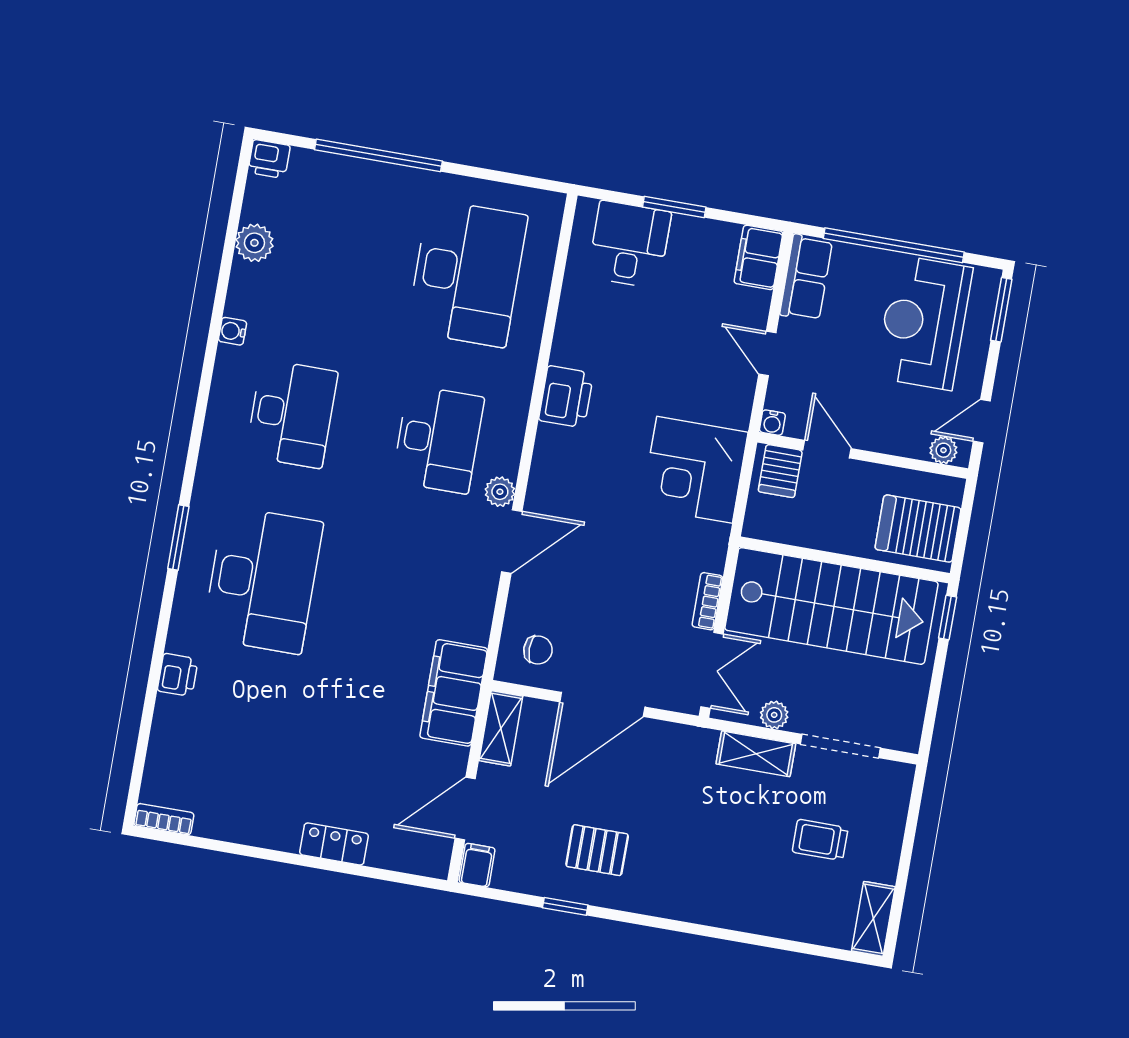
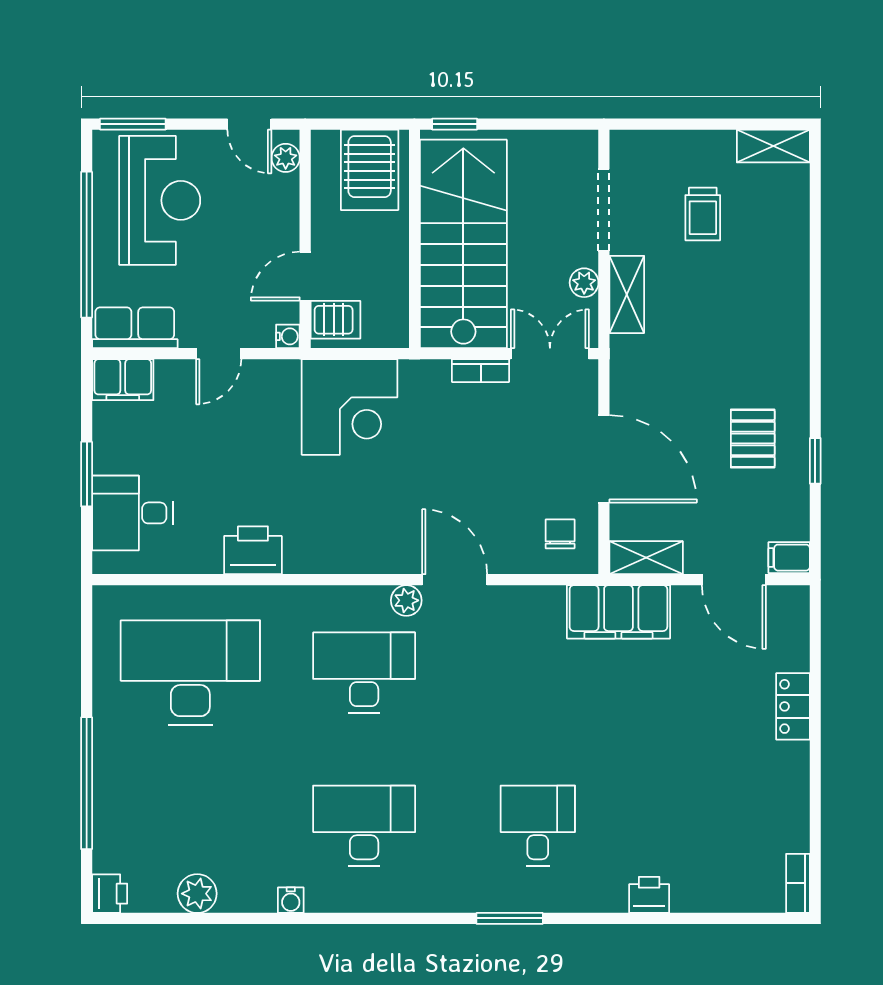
reception desk: (924, 323) -> (160, 200), turned -90
printer: (566, 397) -> (253, 550), moved
desk: (263, 580) -> (538, 826), width x0.53, depth x0.77

